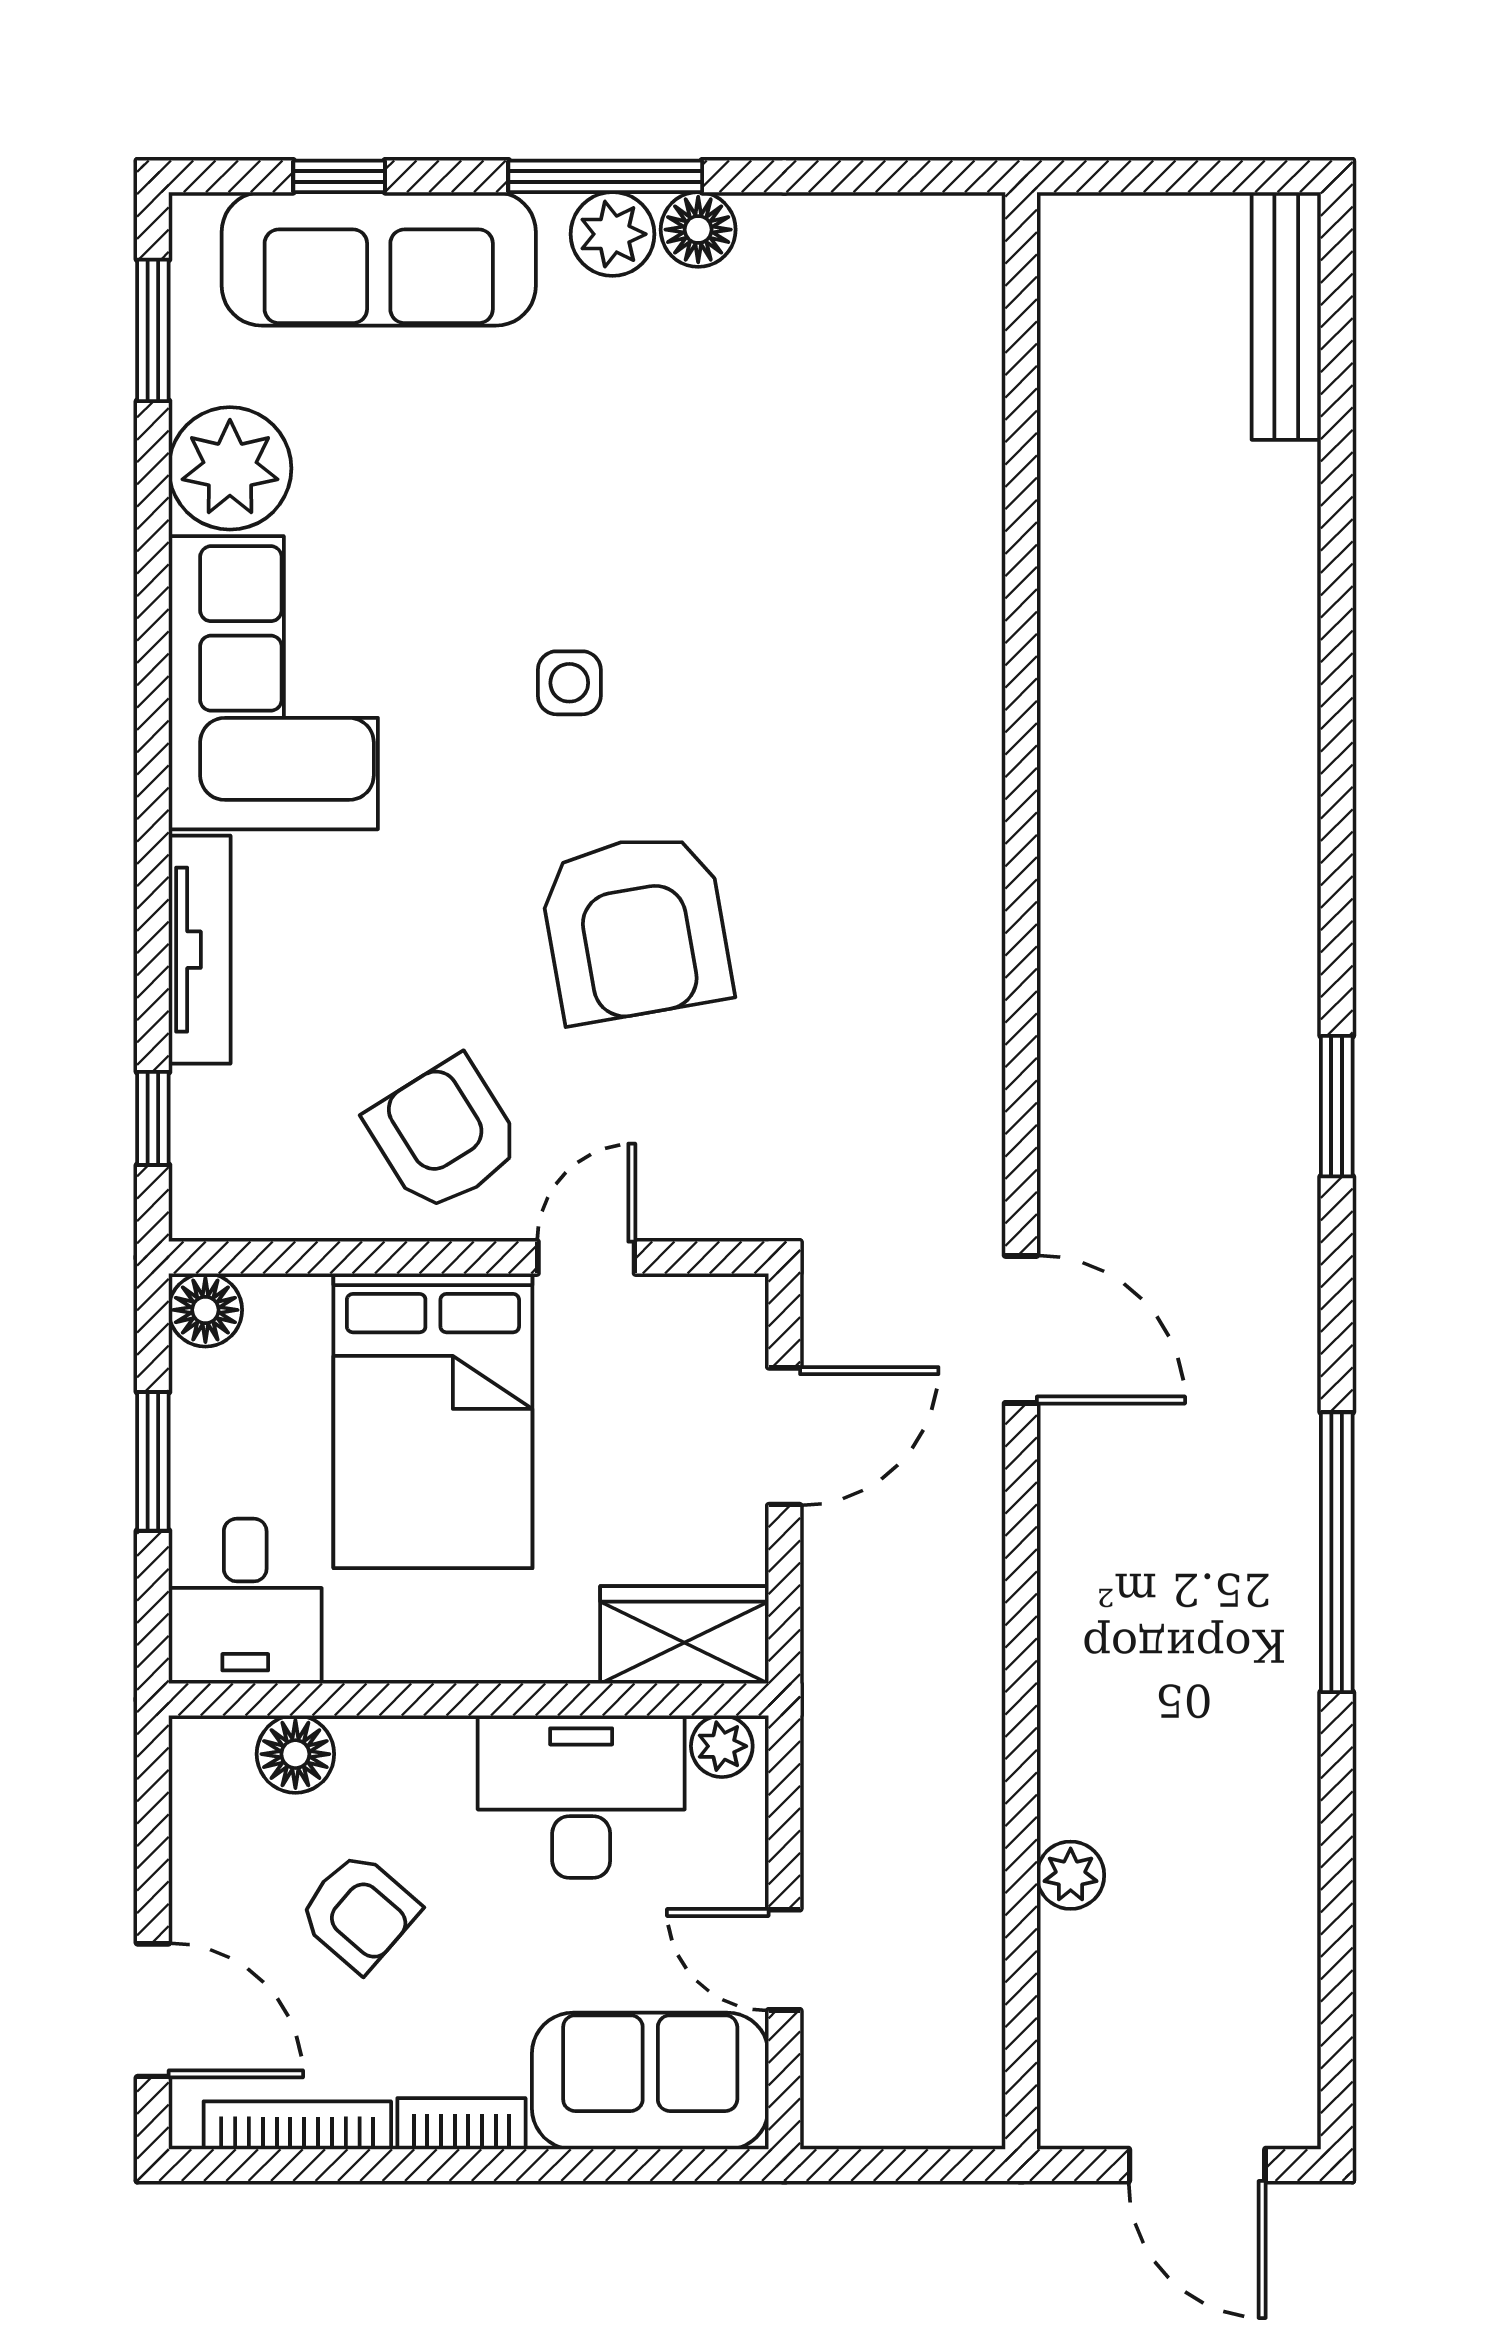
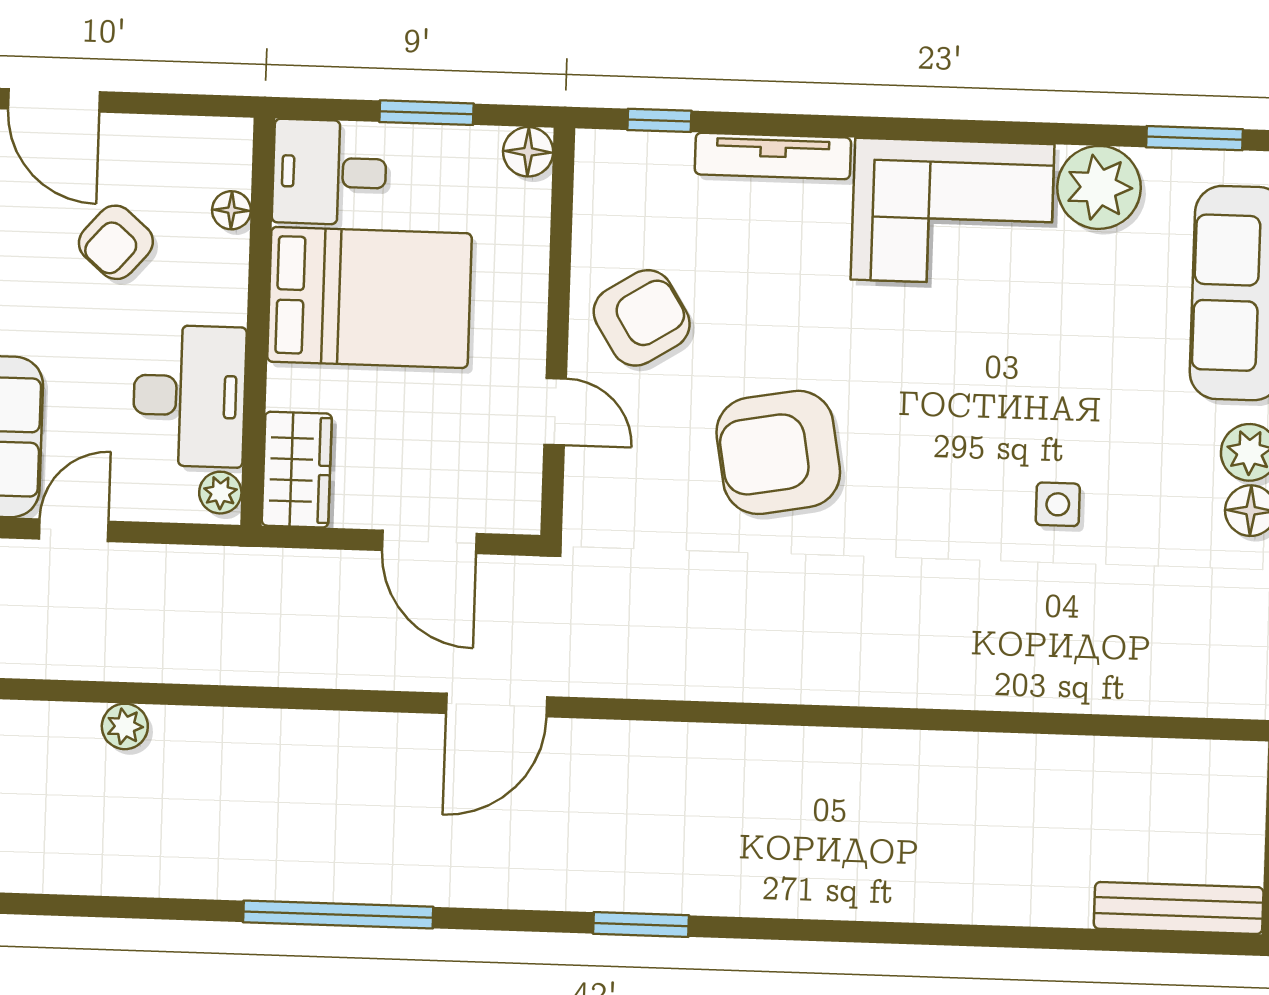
side table: (569, 683) -> (1058, 504), moved
bed: (433, 1421) -> (369, 297), moved, turned 180
floor lamp: (295, 1754) -> (231, 210), width x0.73, depth x0.73
door: (153, 2010) -> (54, 100), hinge flipped

